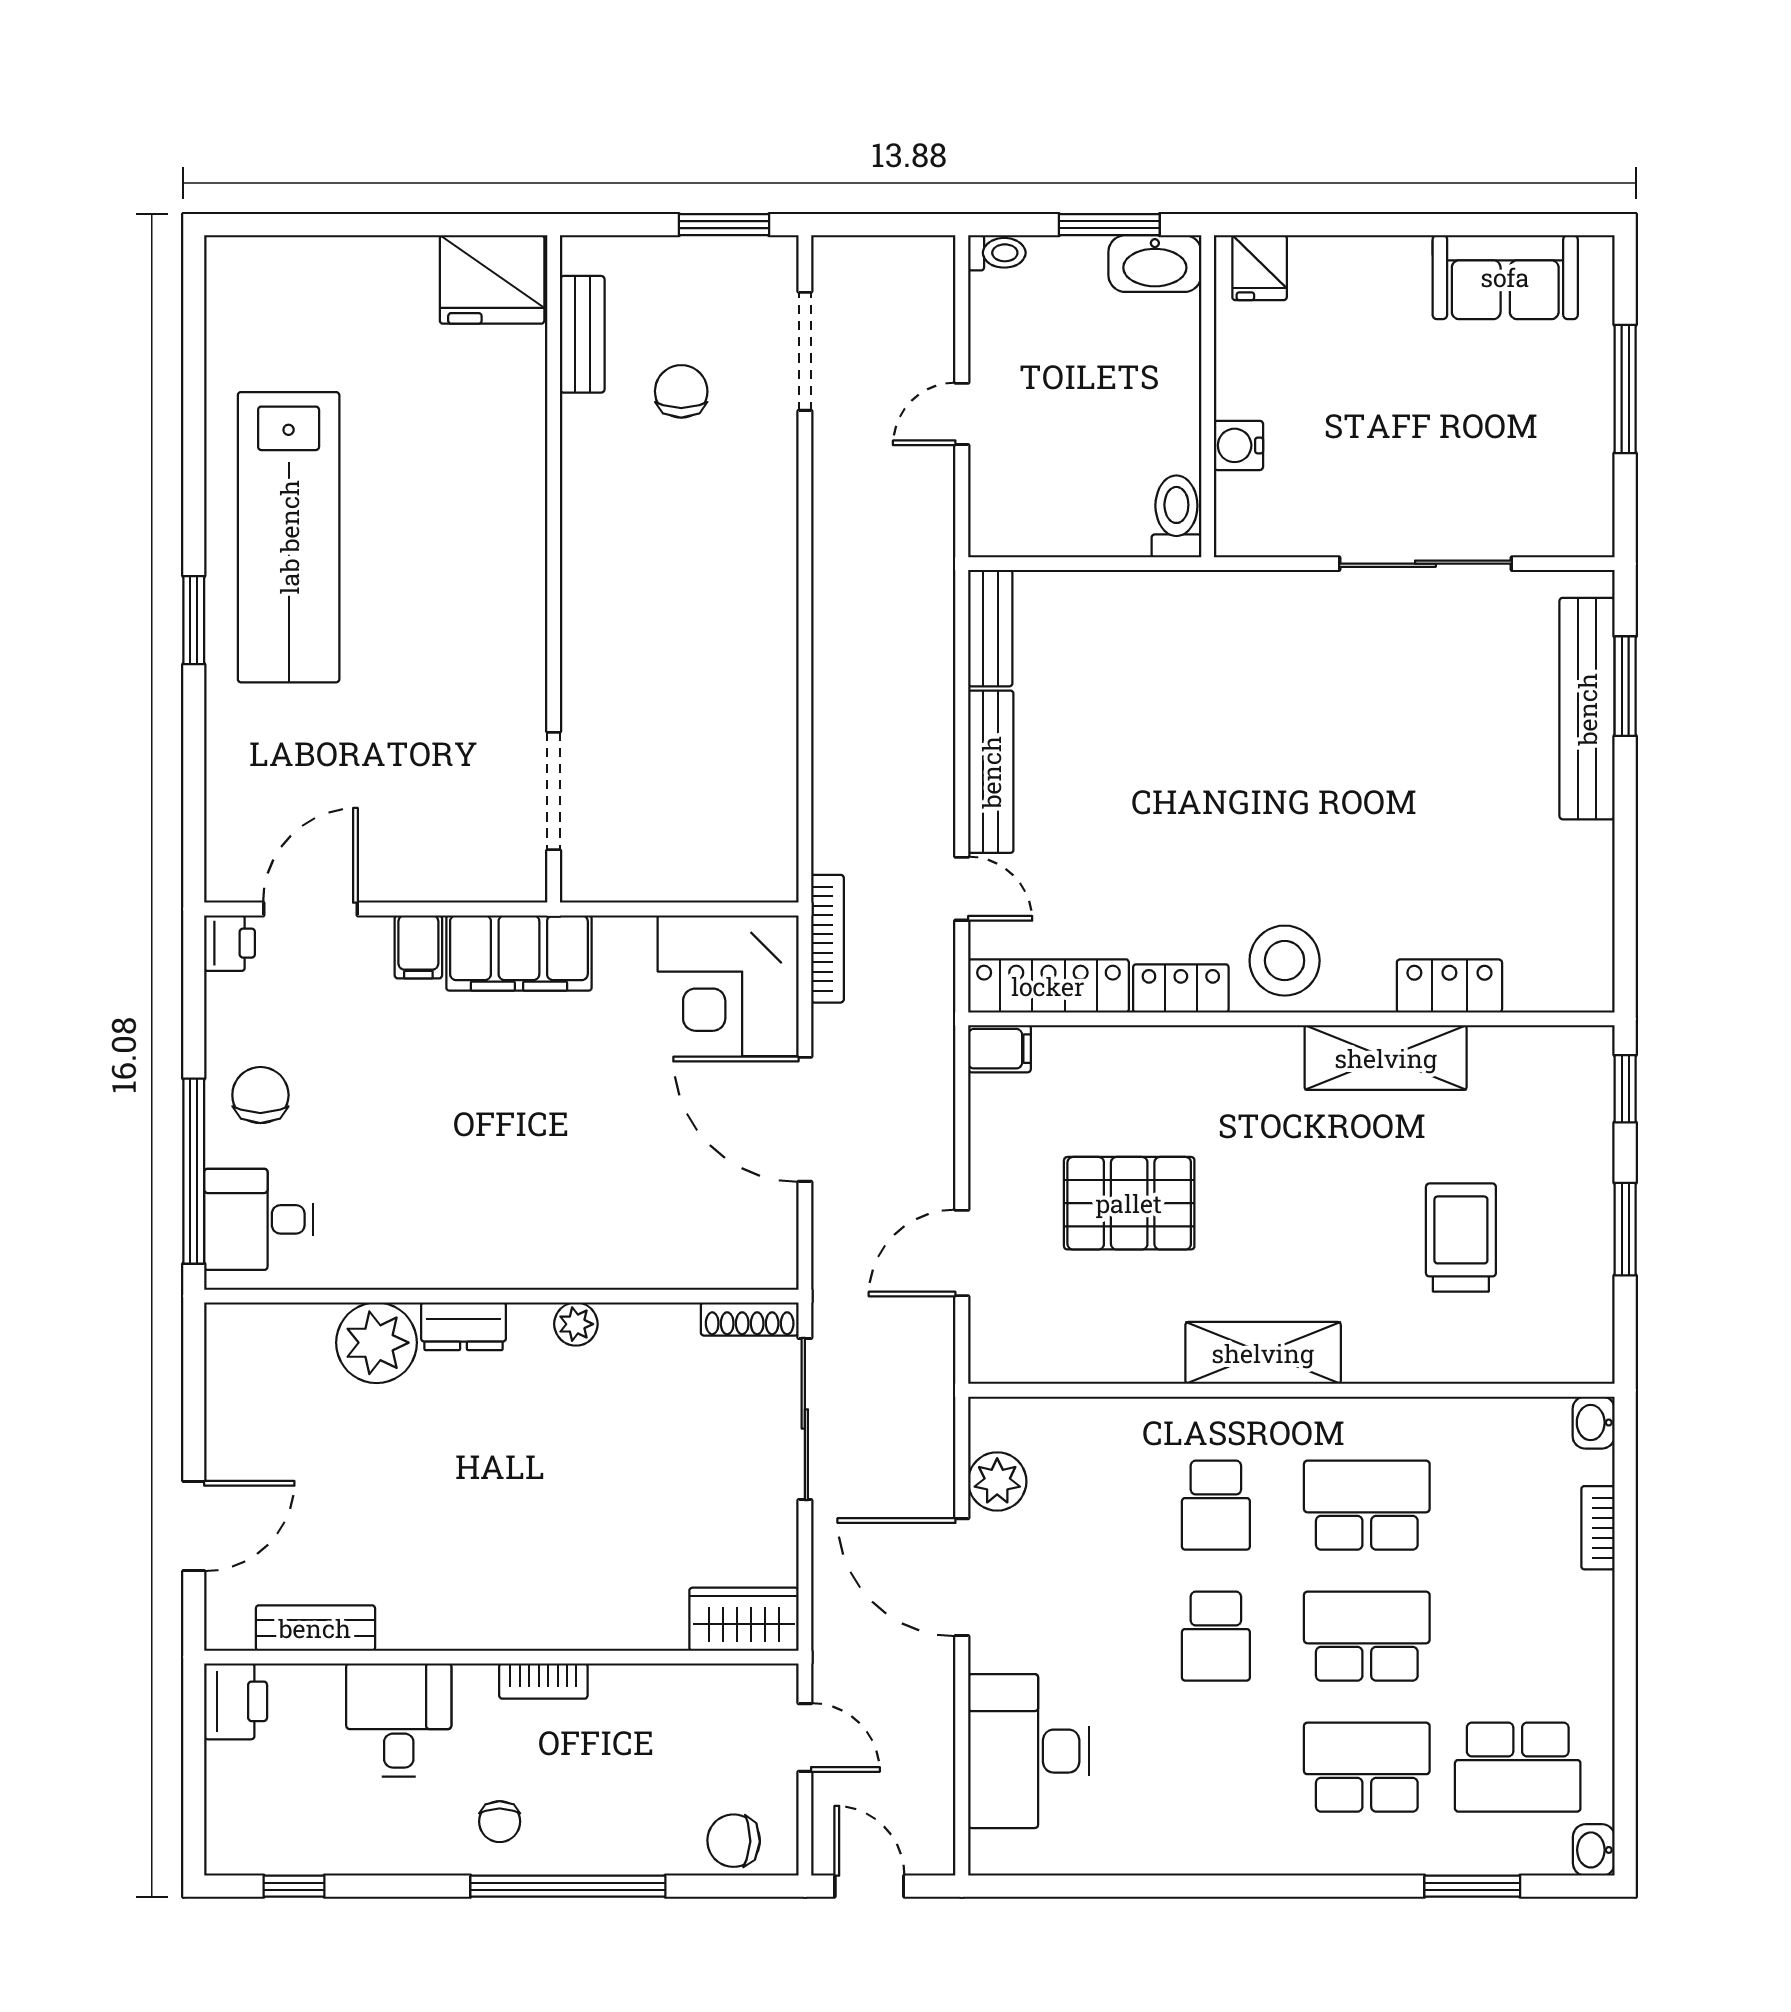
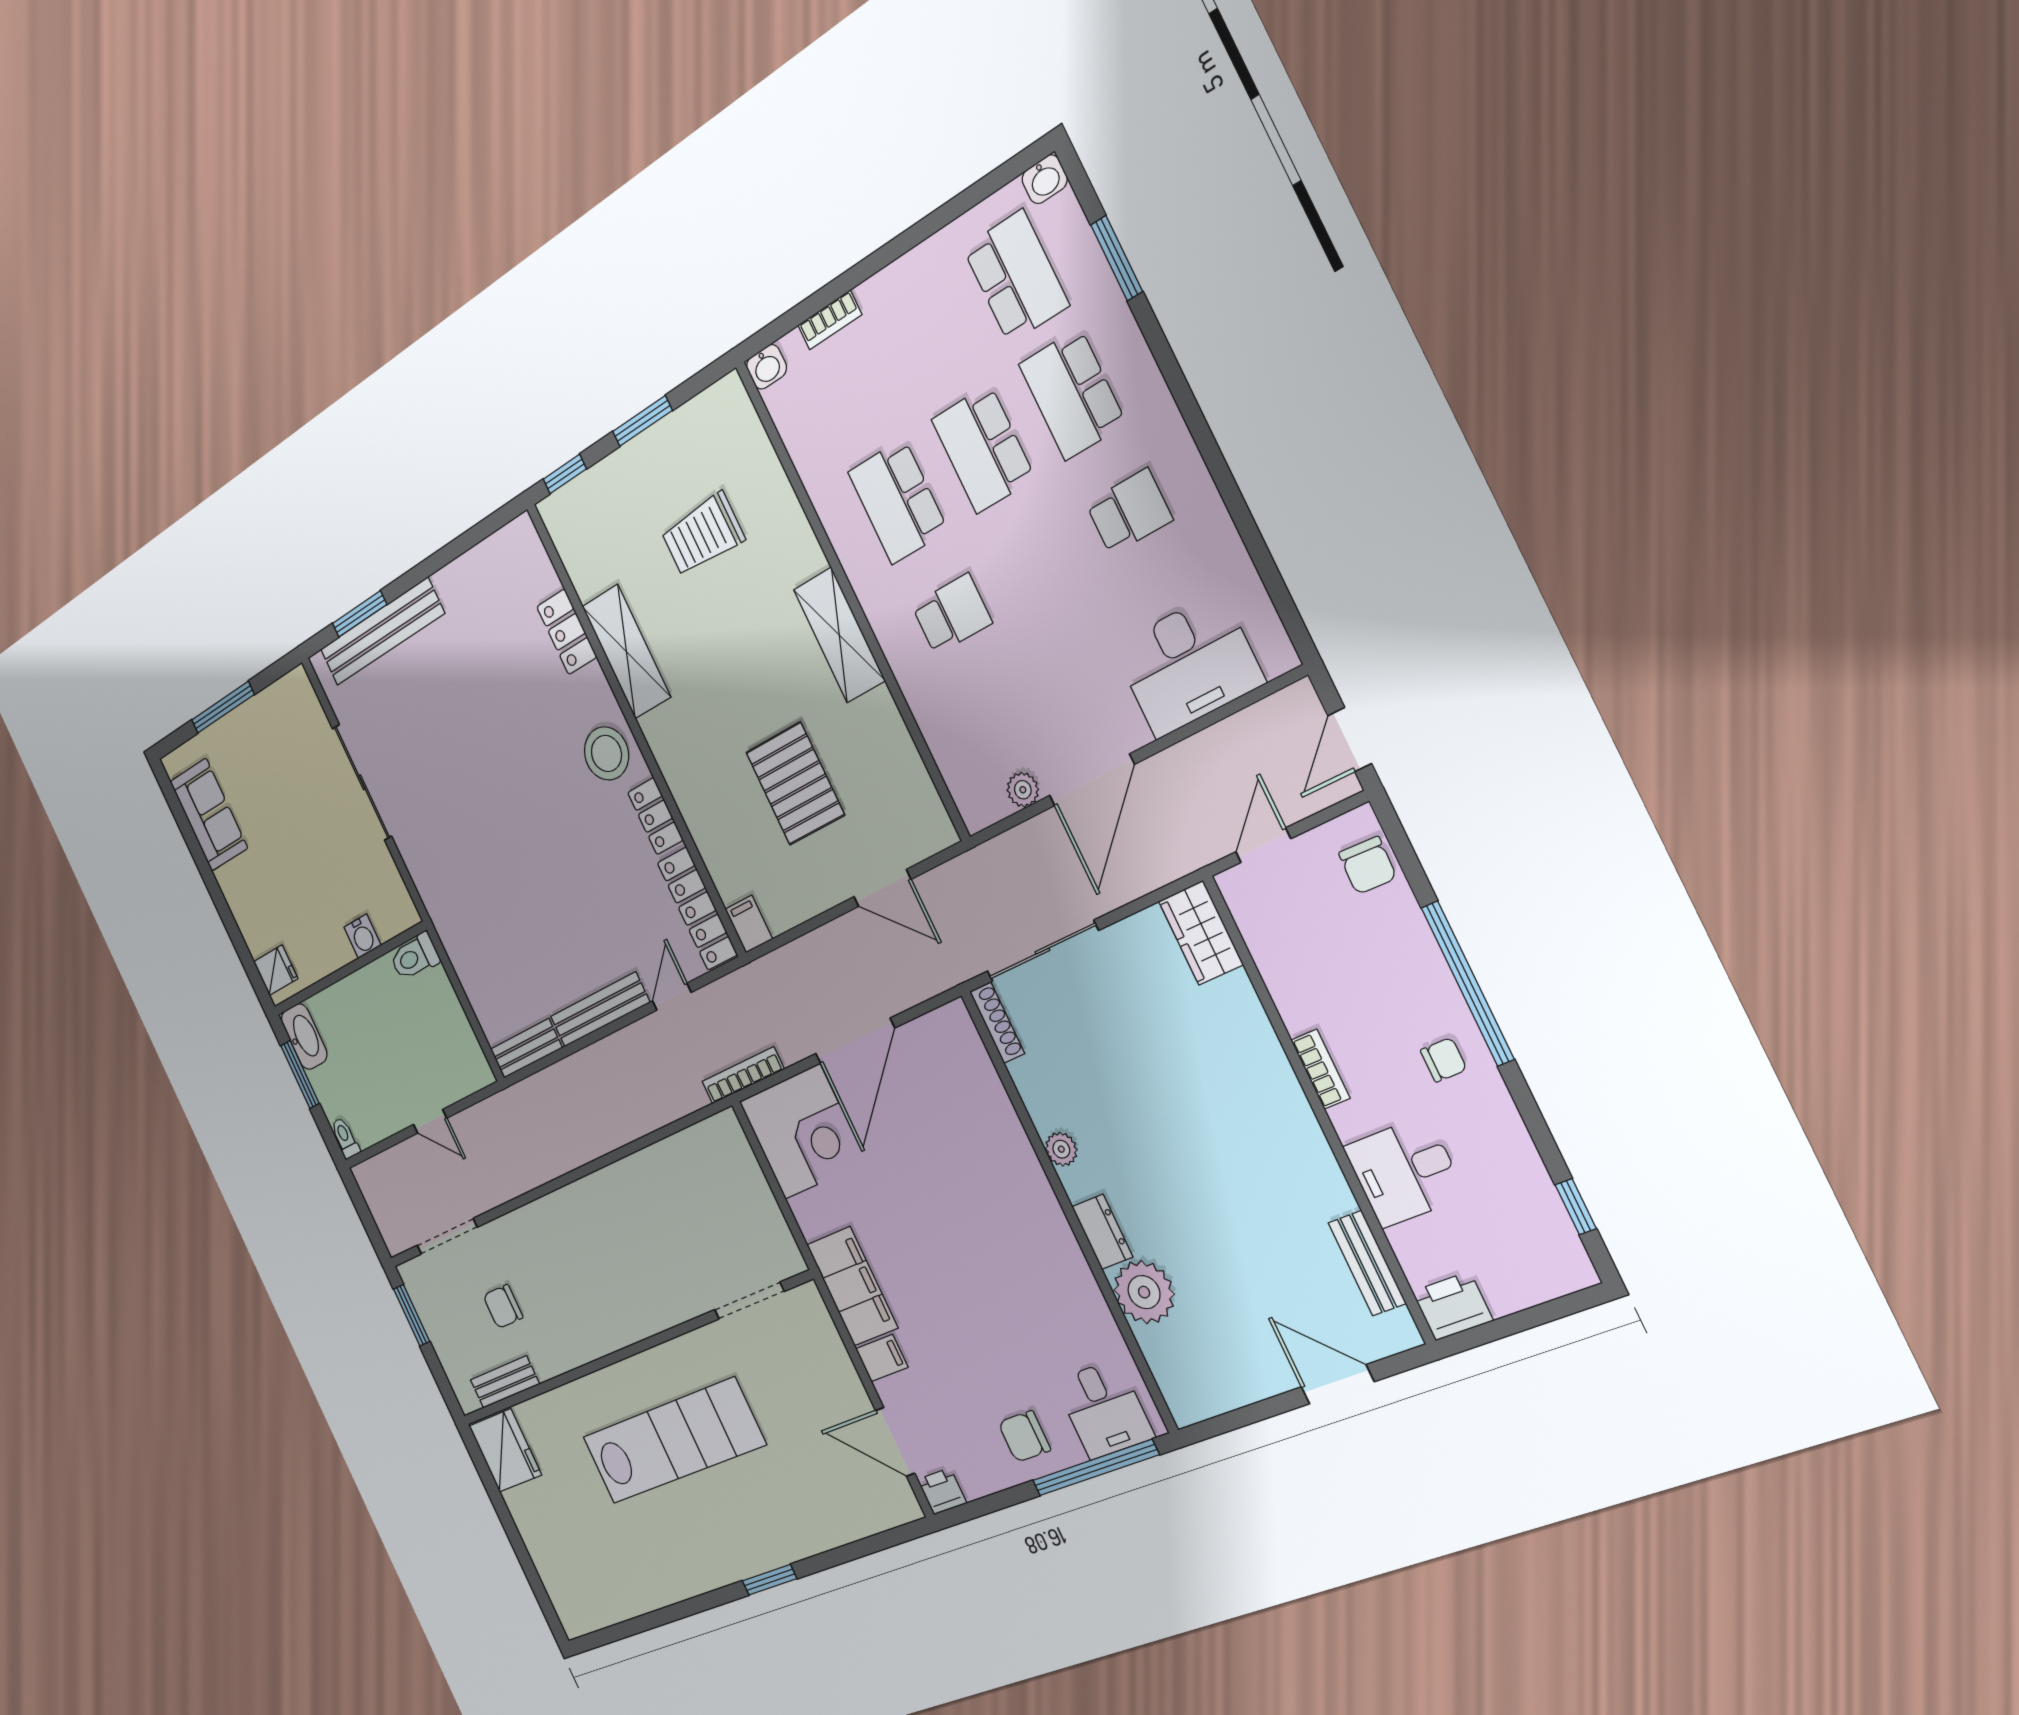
lab bench: (289, 537) -> (673, 1441), moved
plant: (997, 1481) -> (1023, 790), width x0.73, depth x0.73
school desk: (1216, 1636) -> (1129, 512), moved

